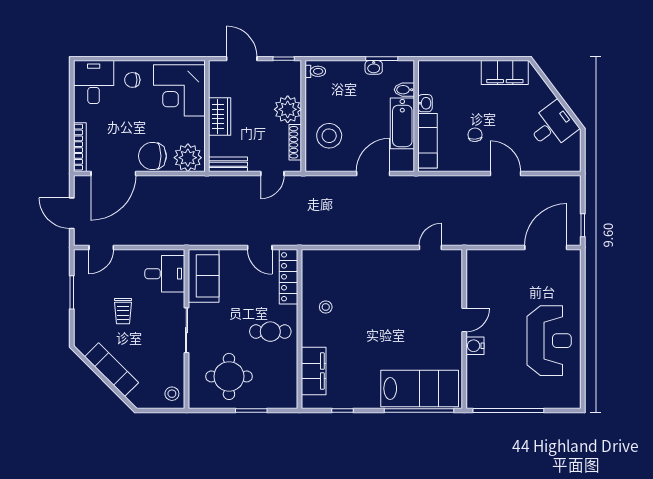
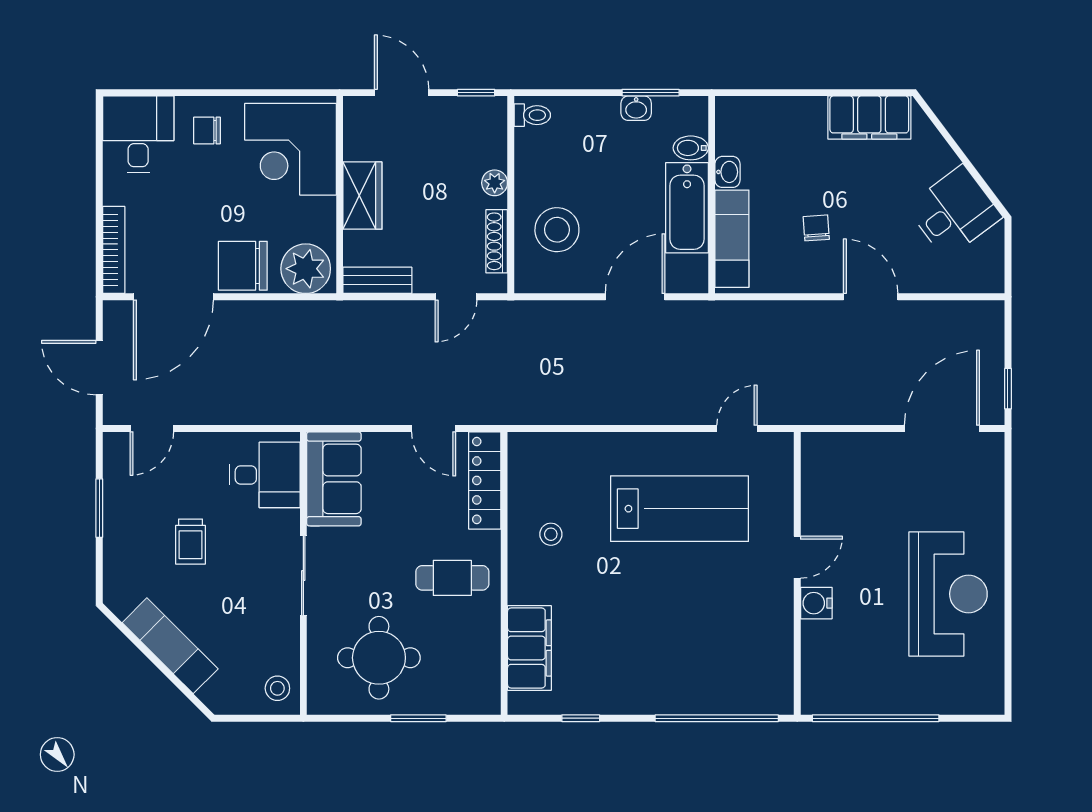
plant: (288, 109) -> (495, 183), width x0.53, depth x0.53
lab bench: (420, 388) -> (679, 509), moved

